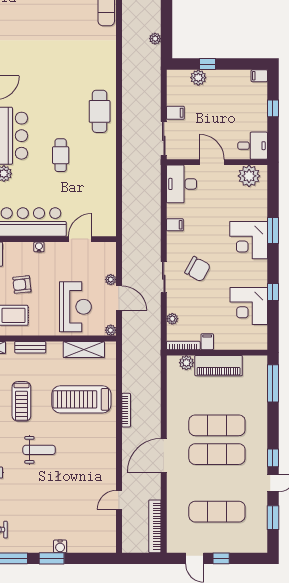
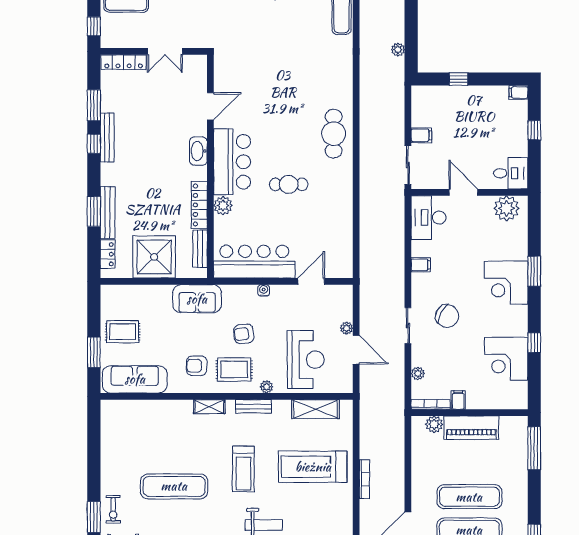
plant: (198, 78) -> (448, 95), removed
cafe table: (61, 155) -> (289, 184), turned 90
plant: (111, 330) -> (267, 387), moved

